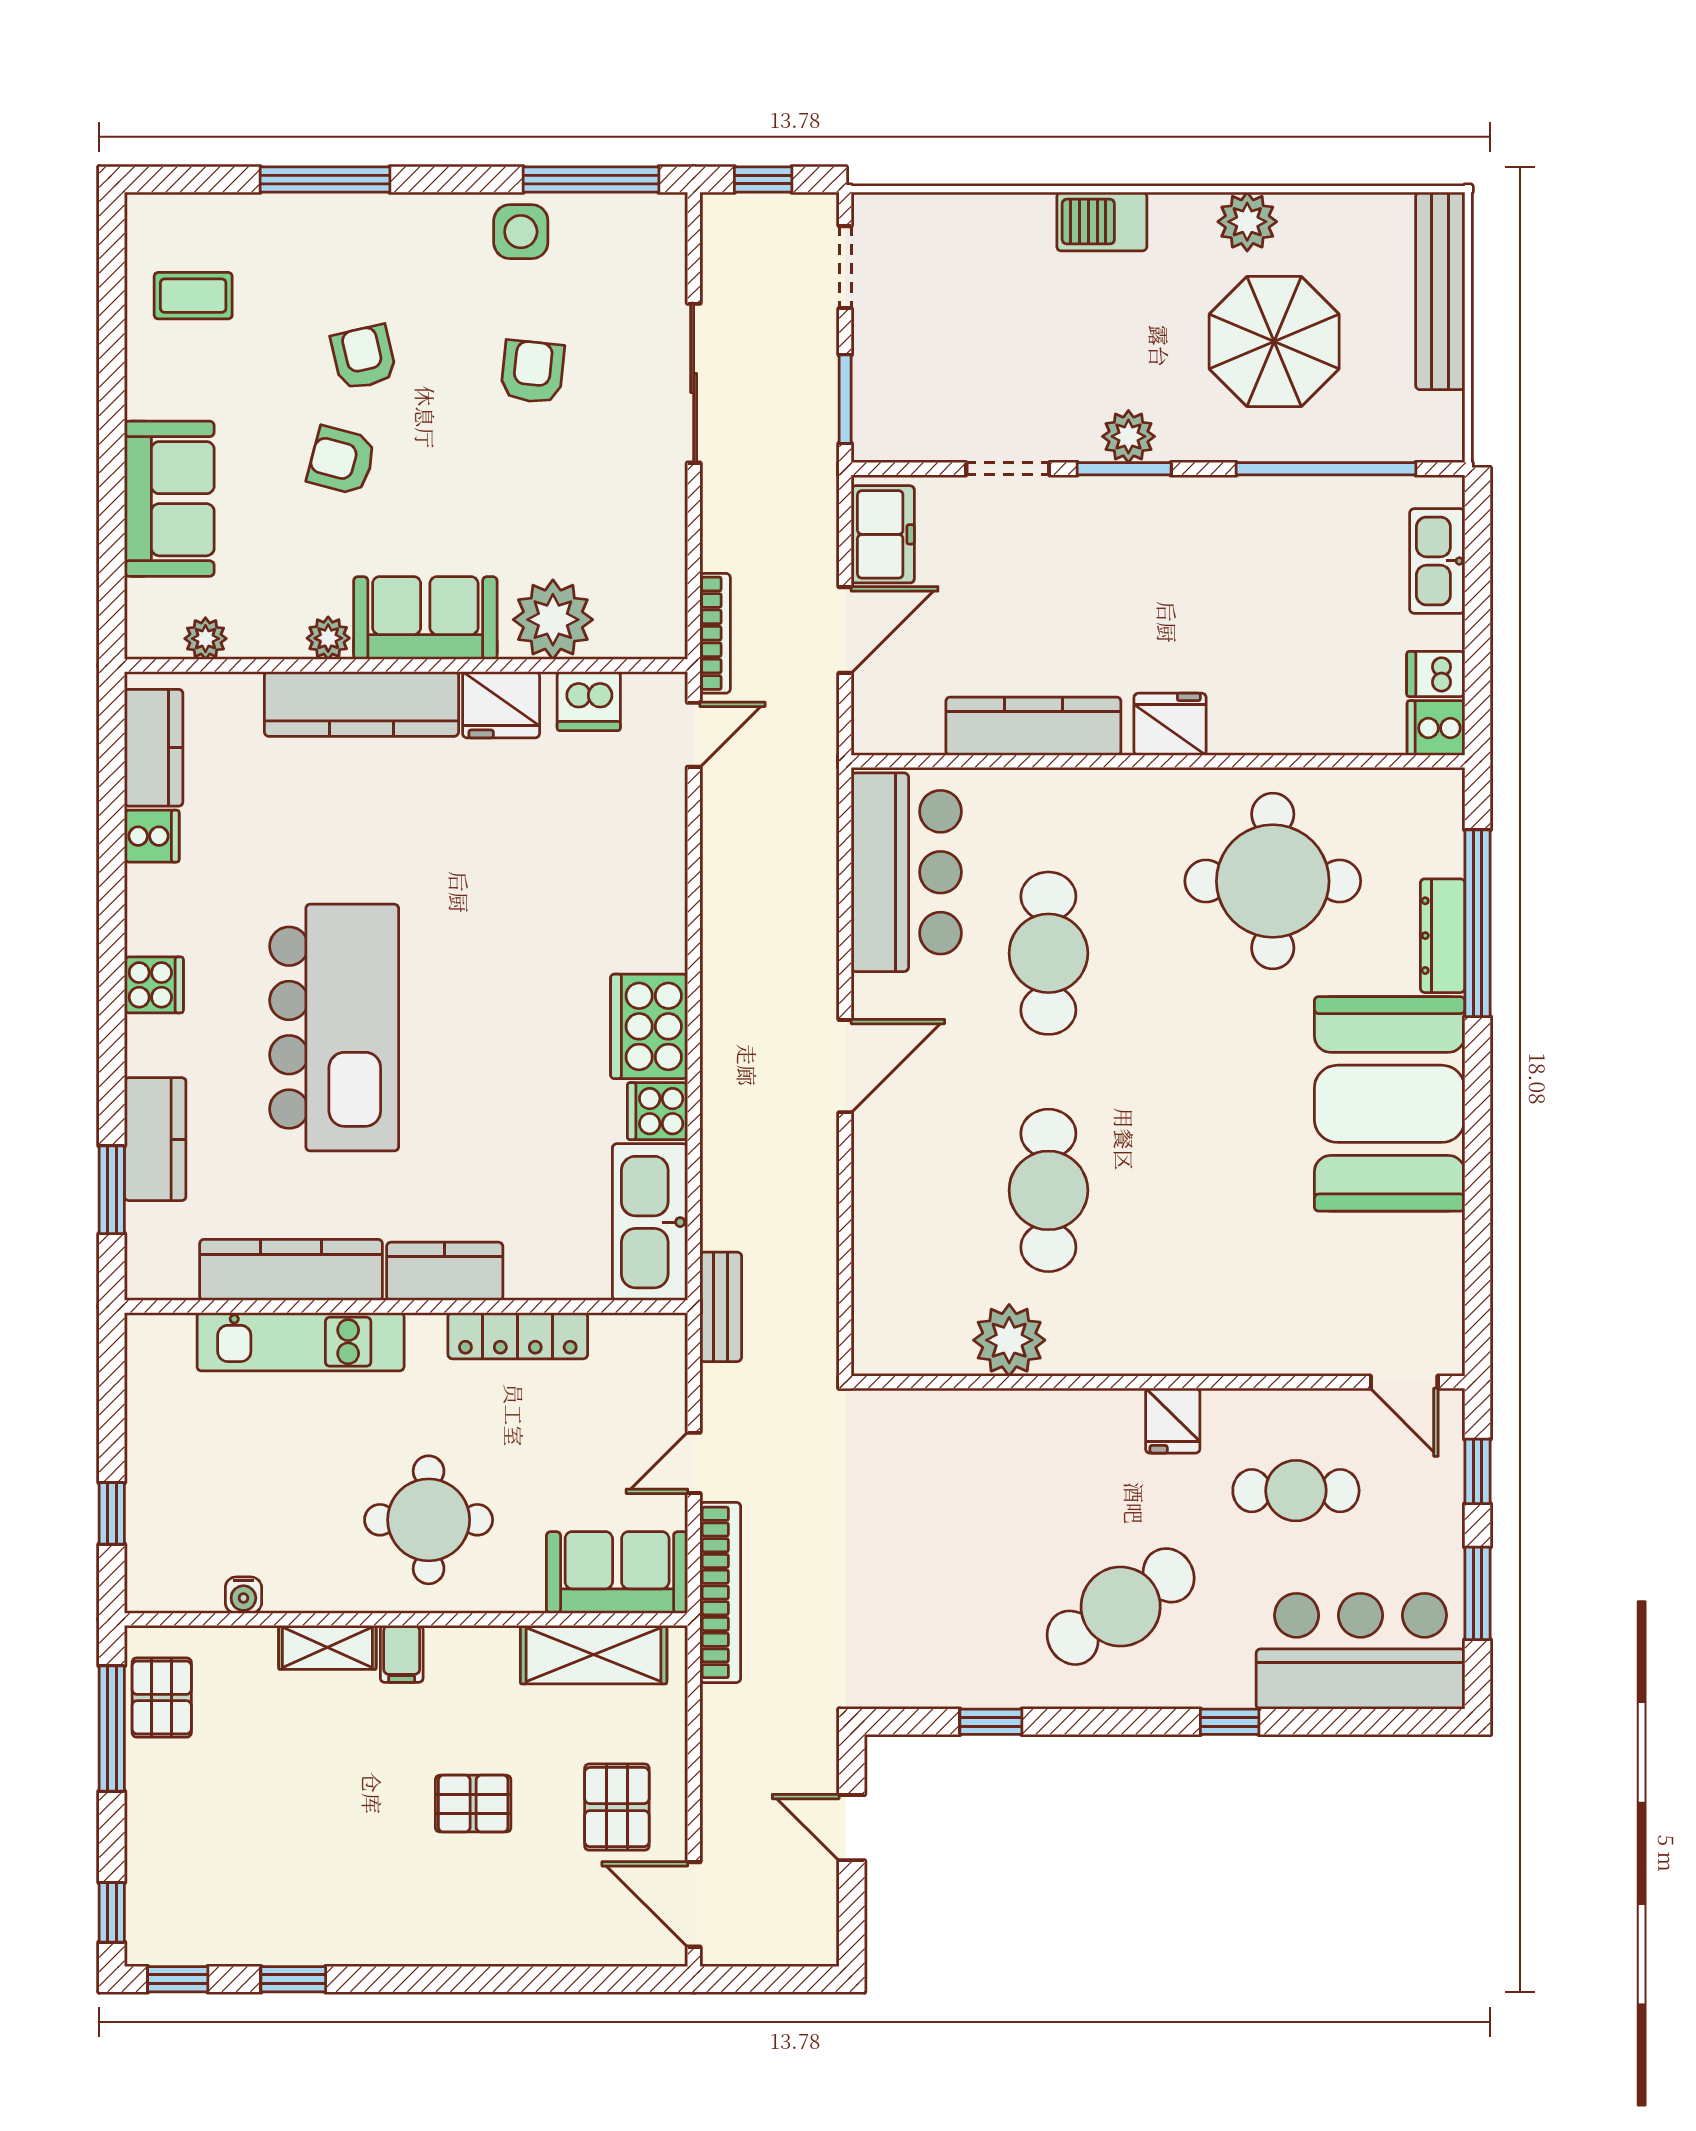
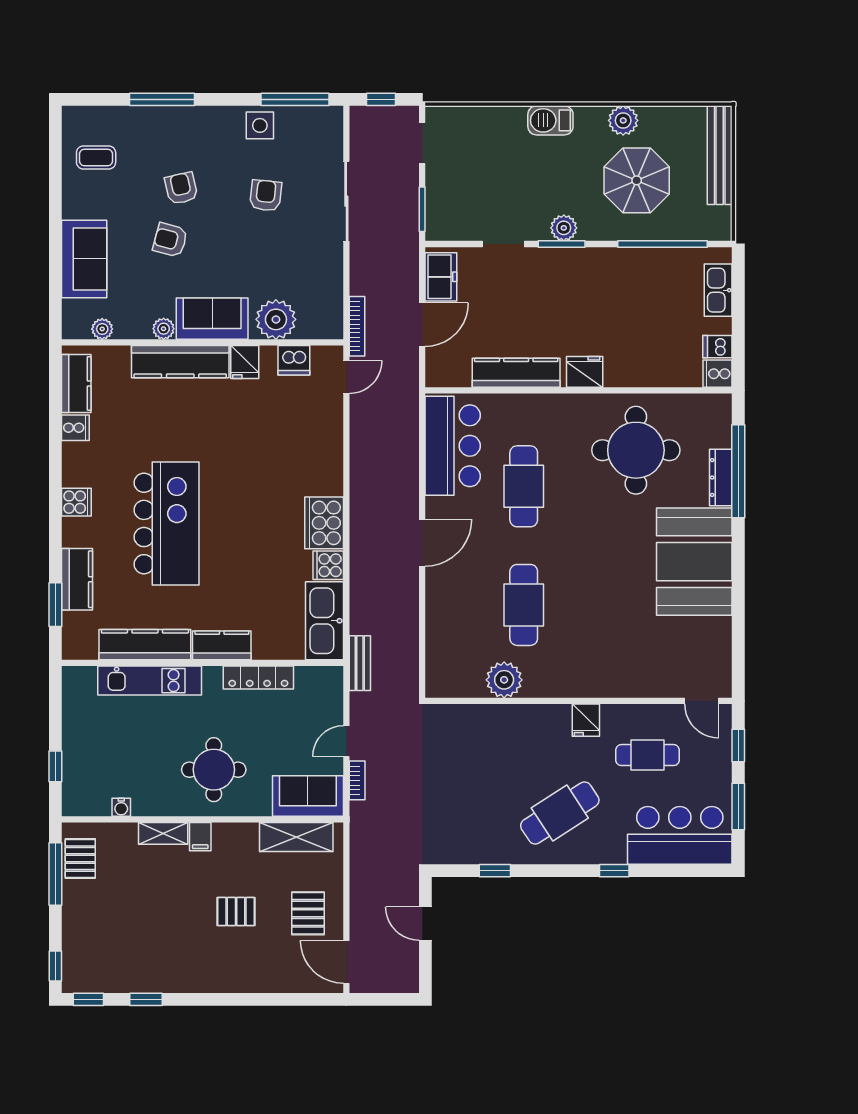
fridge: (501, 705) -> (245, 362), width x0.72
bookcase: (720, 1592) -> (357, 780), width x0.43, depth x0.76

